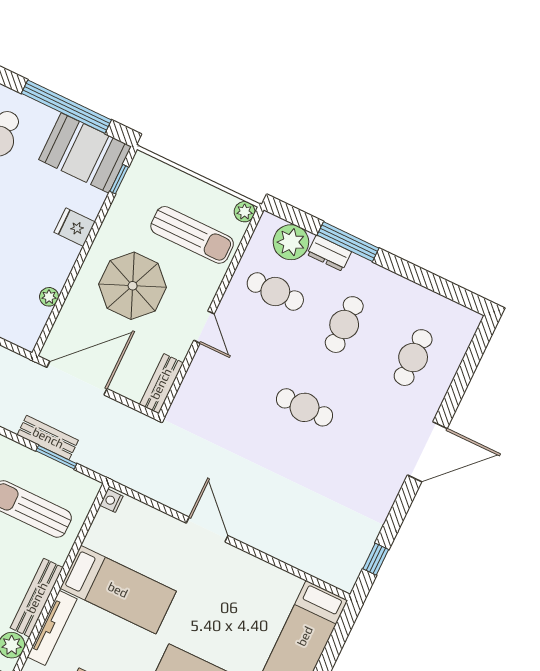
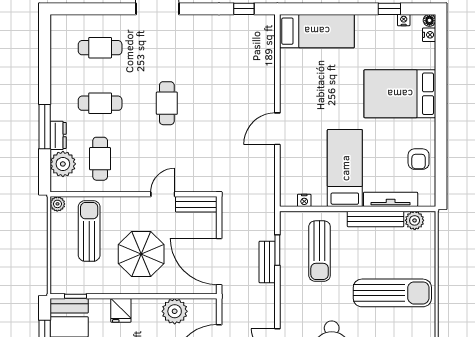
plant: (49, 297) -> (175, 311), width x1.87, depth x1.87
door: (204, 327) -> (163, 194), moved
nightstand: (111, 501) -> (304, 200), moved

